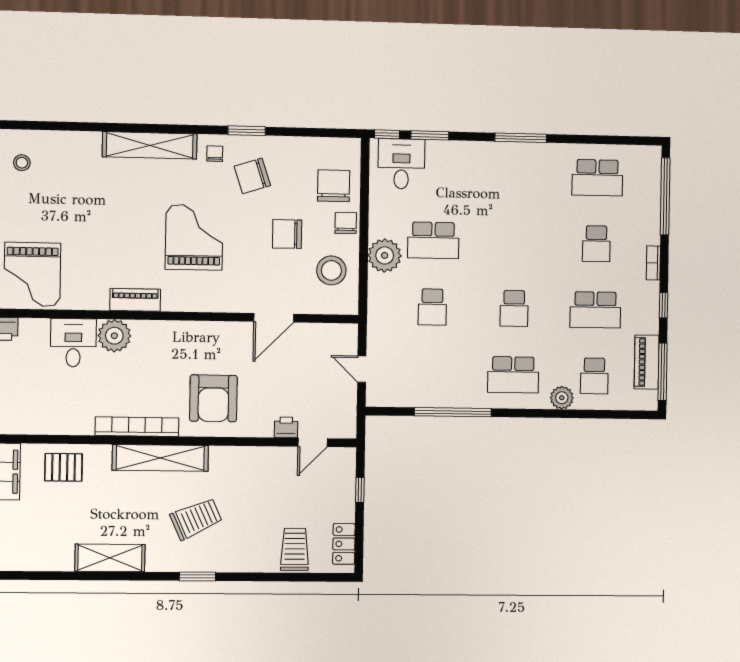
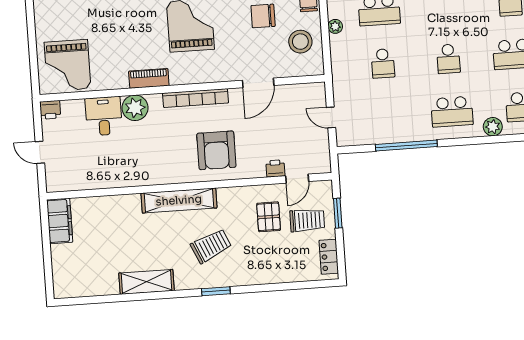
plant: (385, 255) -> (335, 26), width x0.53, depth x0.53
bookcase: (137, 427) -> (196, 98), moved, turned 180
pallet: (63, 467) -> (269, 217), moved, turned 90
window: (360, 490) -> (338, 213), width x1.50
trolley: (295, 549) -> (307, 220), moved, turned 90

